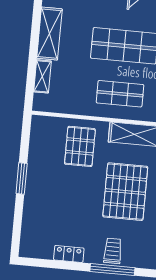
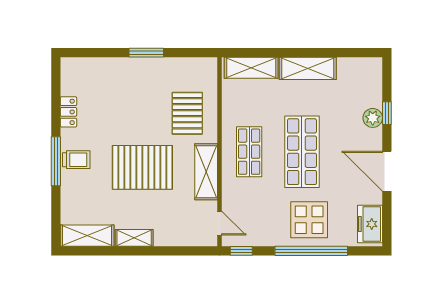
shelving: (42, 76) -> (251, 68), width x1.50, depth x1.33
pallet: (80, 146) -> (187, 113), turned 90

